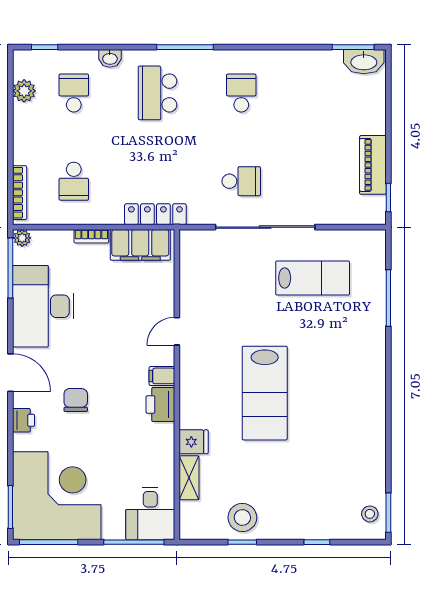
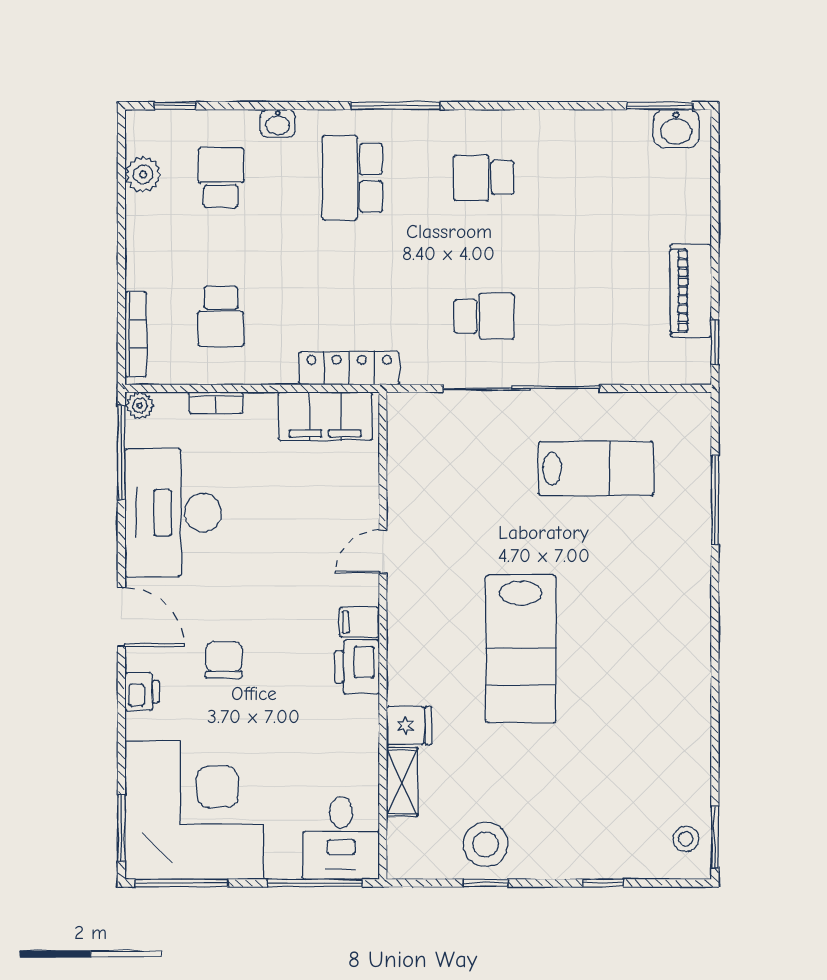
washbasin: (364, 62) -> (676, 129), width x0.72
school desk: (241, 93) -> (484, 178), turned -90
bookcase: (91, 236) -> (216, 403), moved

